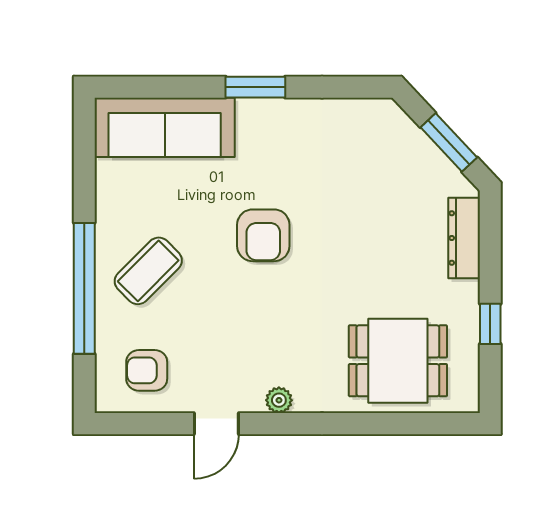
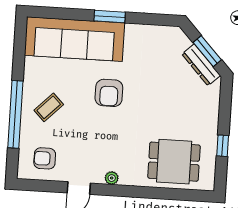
sofa: (165, 127) -> (74, 39), width x1.36, depth x1.27
dresser: (464, 238) -> (201, 65), moved, turned -43
coffee table: (148, 271) -> (49, 107), width x0.73, depth x0.77

